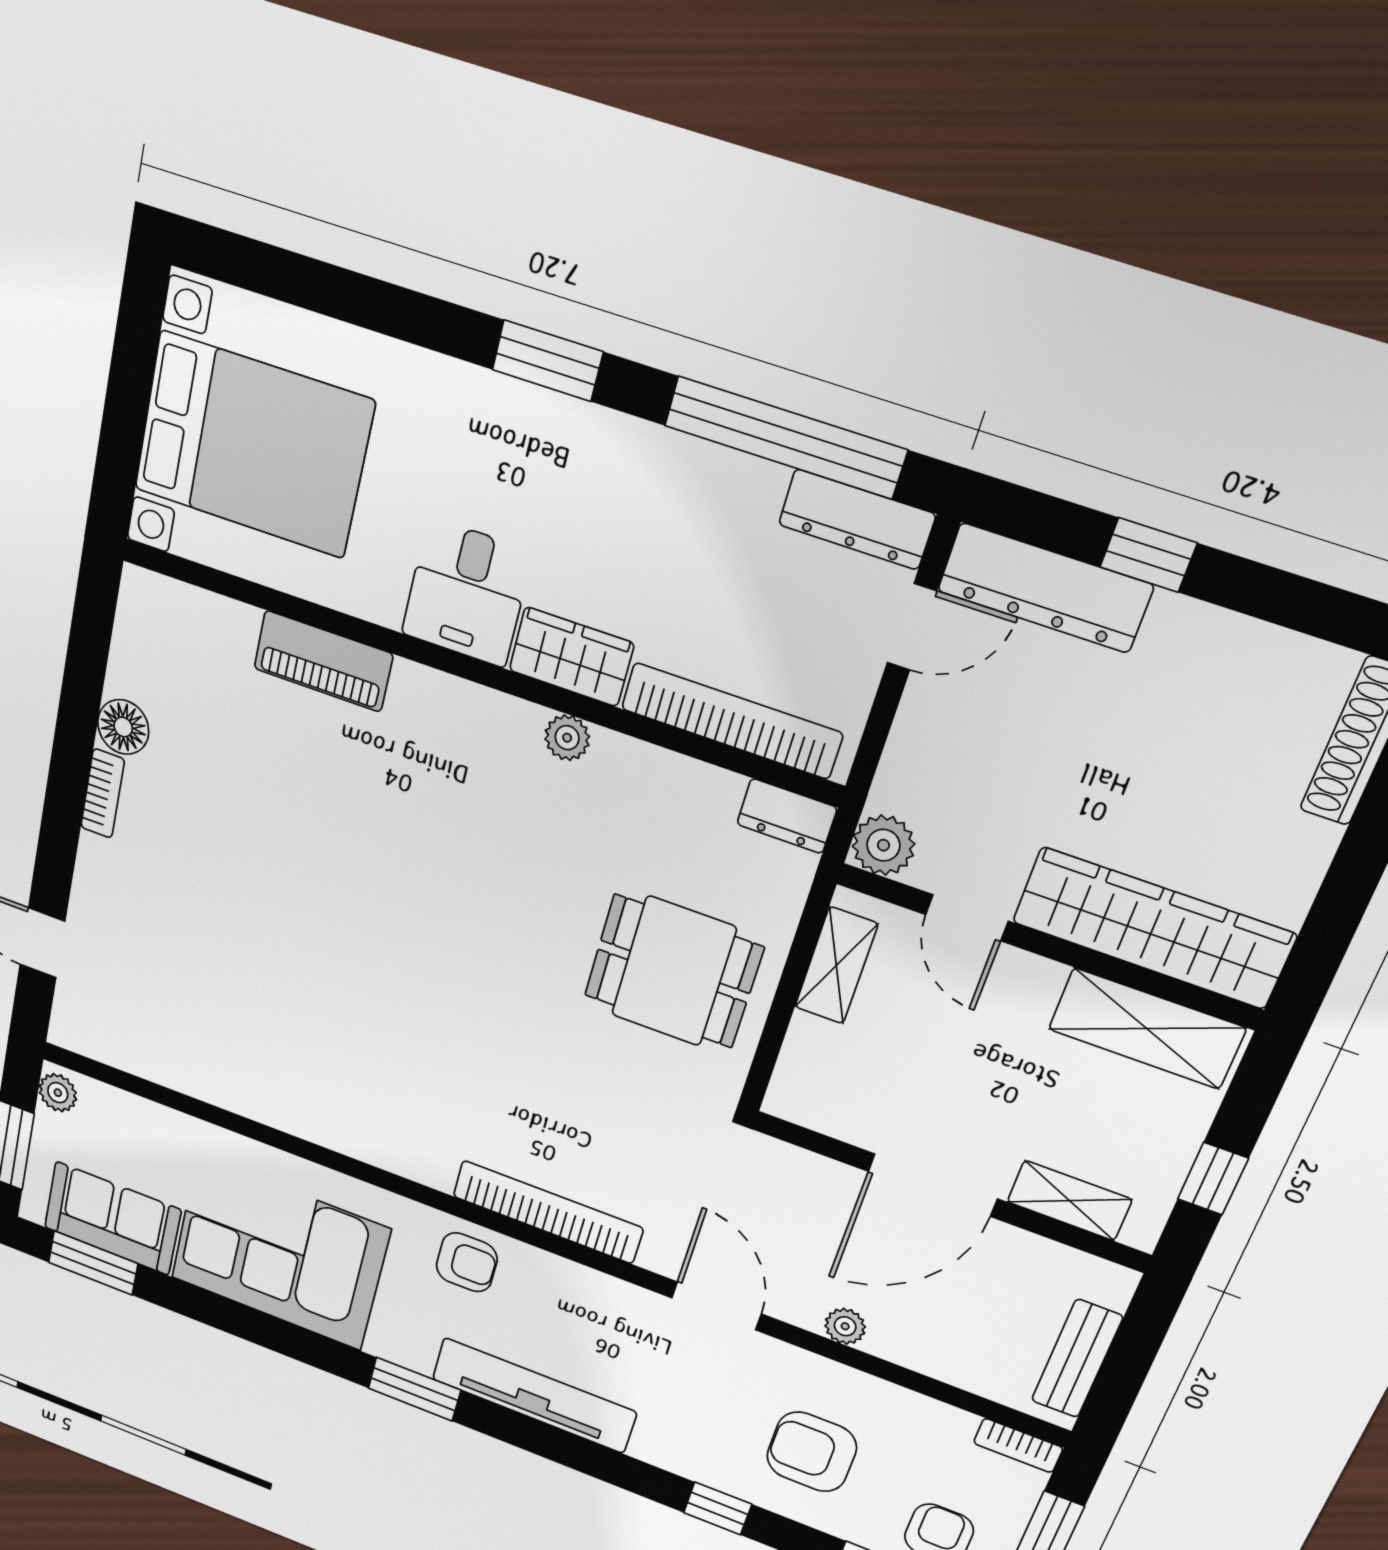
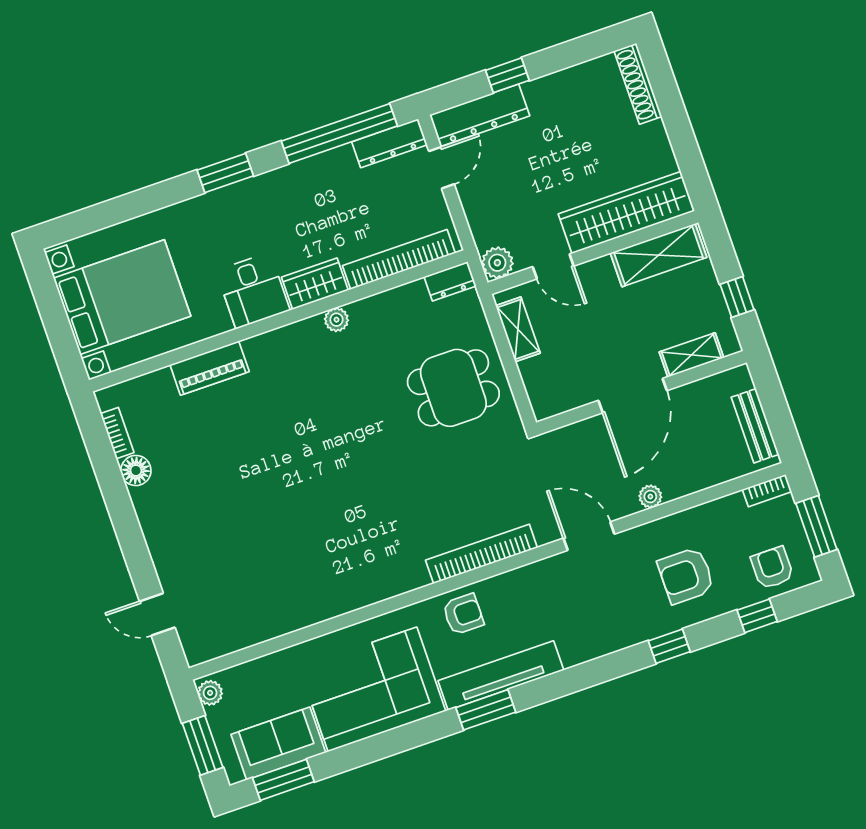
bookcase: (103, 793) -> (117, 433), moved
tv unit: (534, 1395) -> (501, 675), moved

